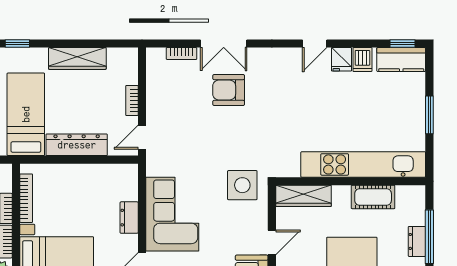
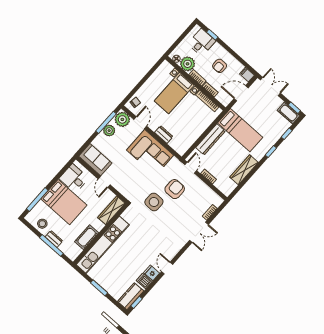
double door: (224, 43) -> (199, 232), swing flipped
armchair: (229, 90) -> (175, 189), moved
side table: (242, 185) -> (154, 202), moved

